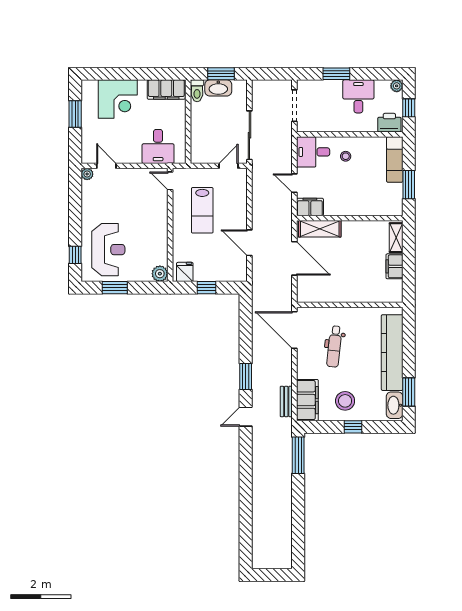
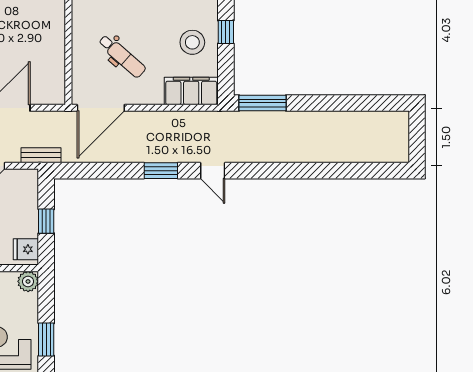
dental chair: (334, 346) -> (122, 56), turned 35
bench: (286, 401) -> (41, 155), moved

